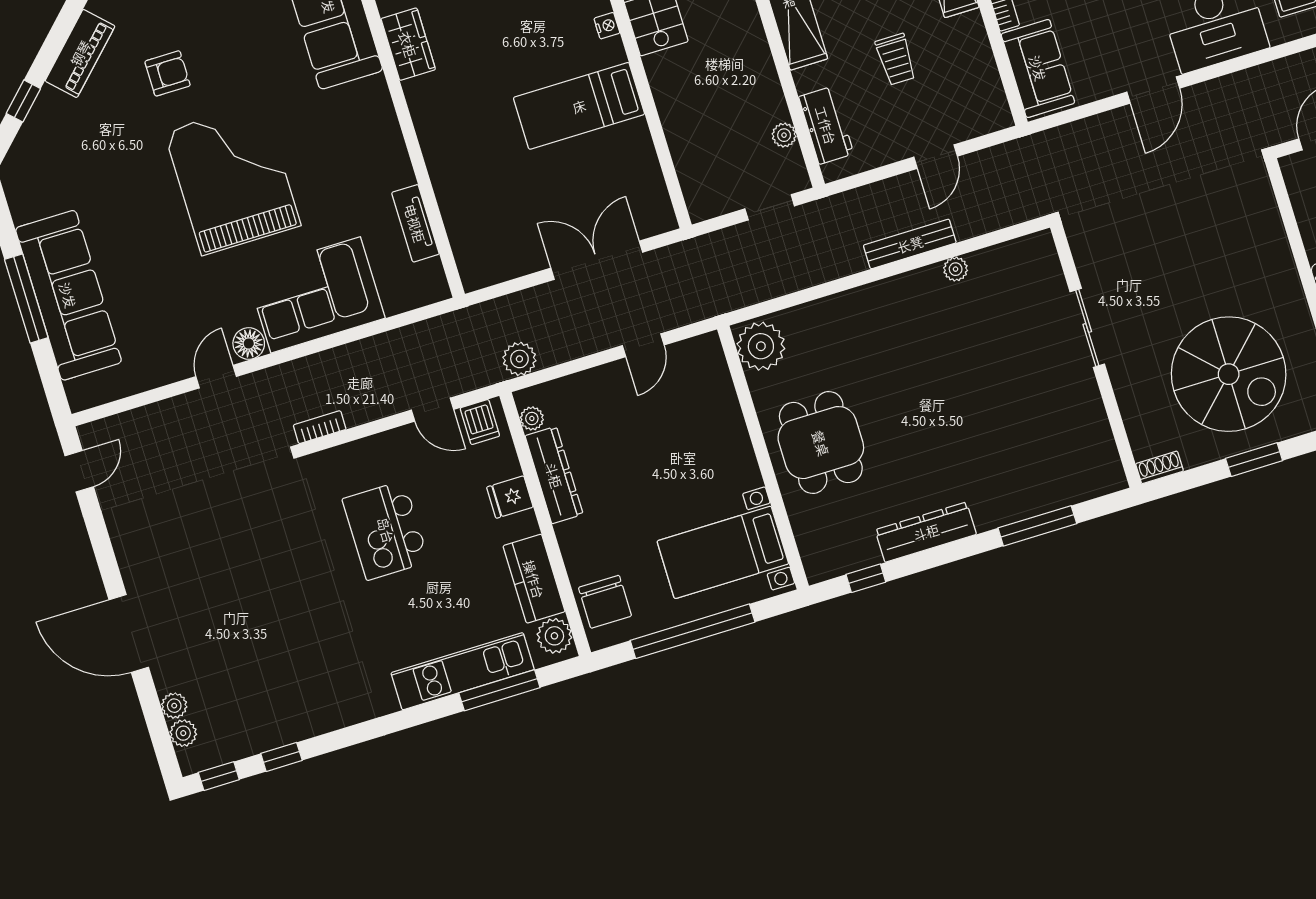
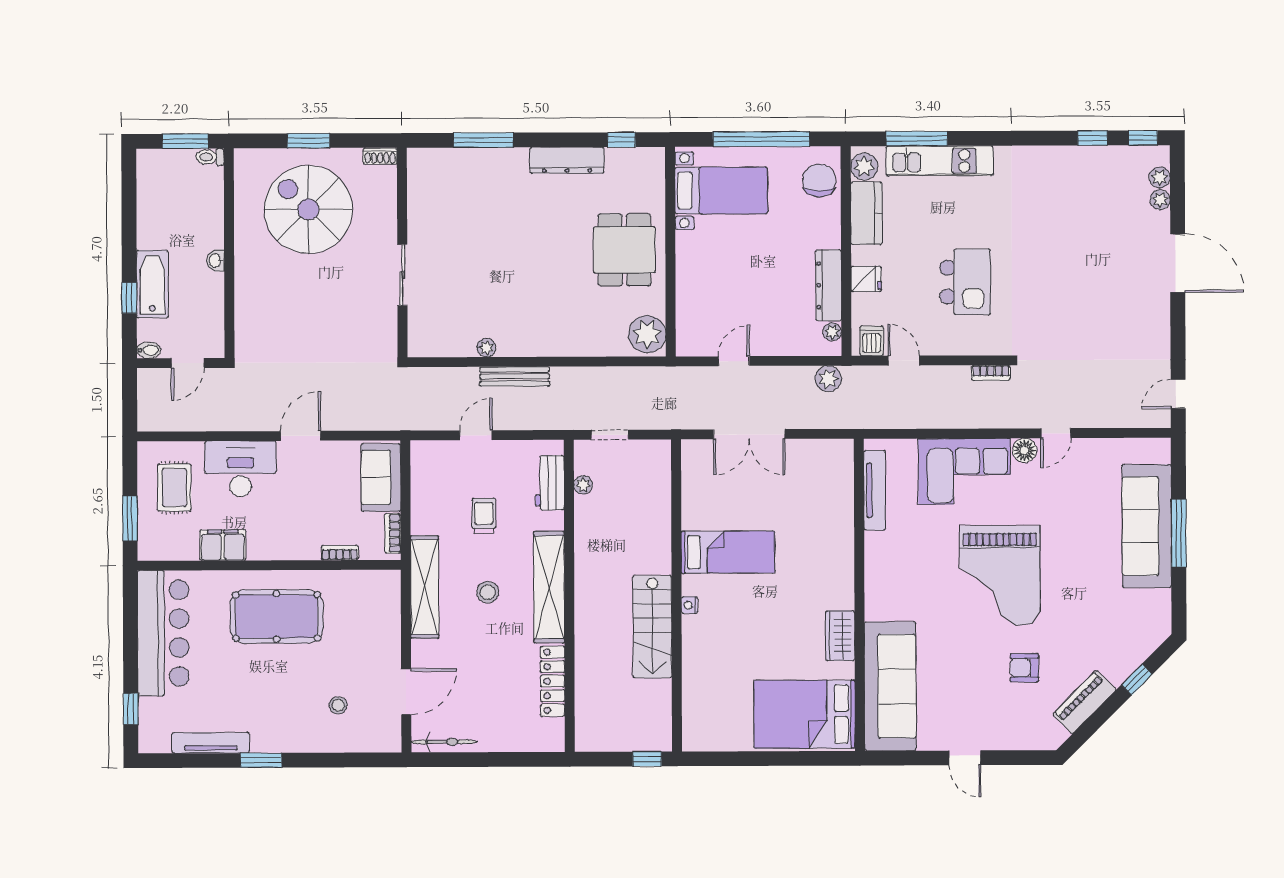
tv unit: (415, 223) -> (875, 490), width x1.41

